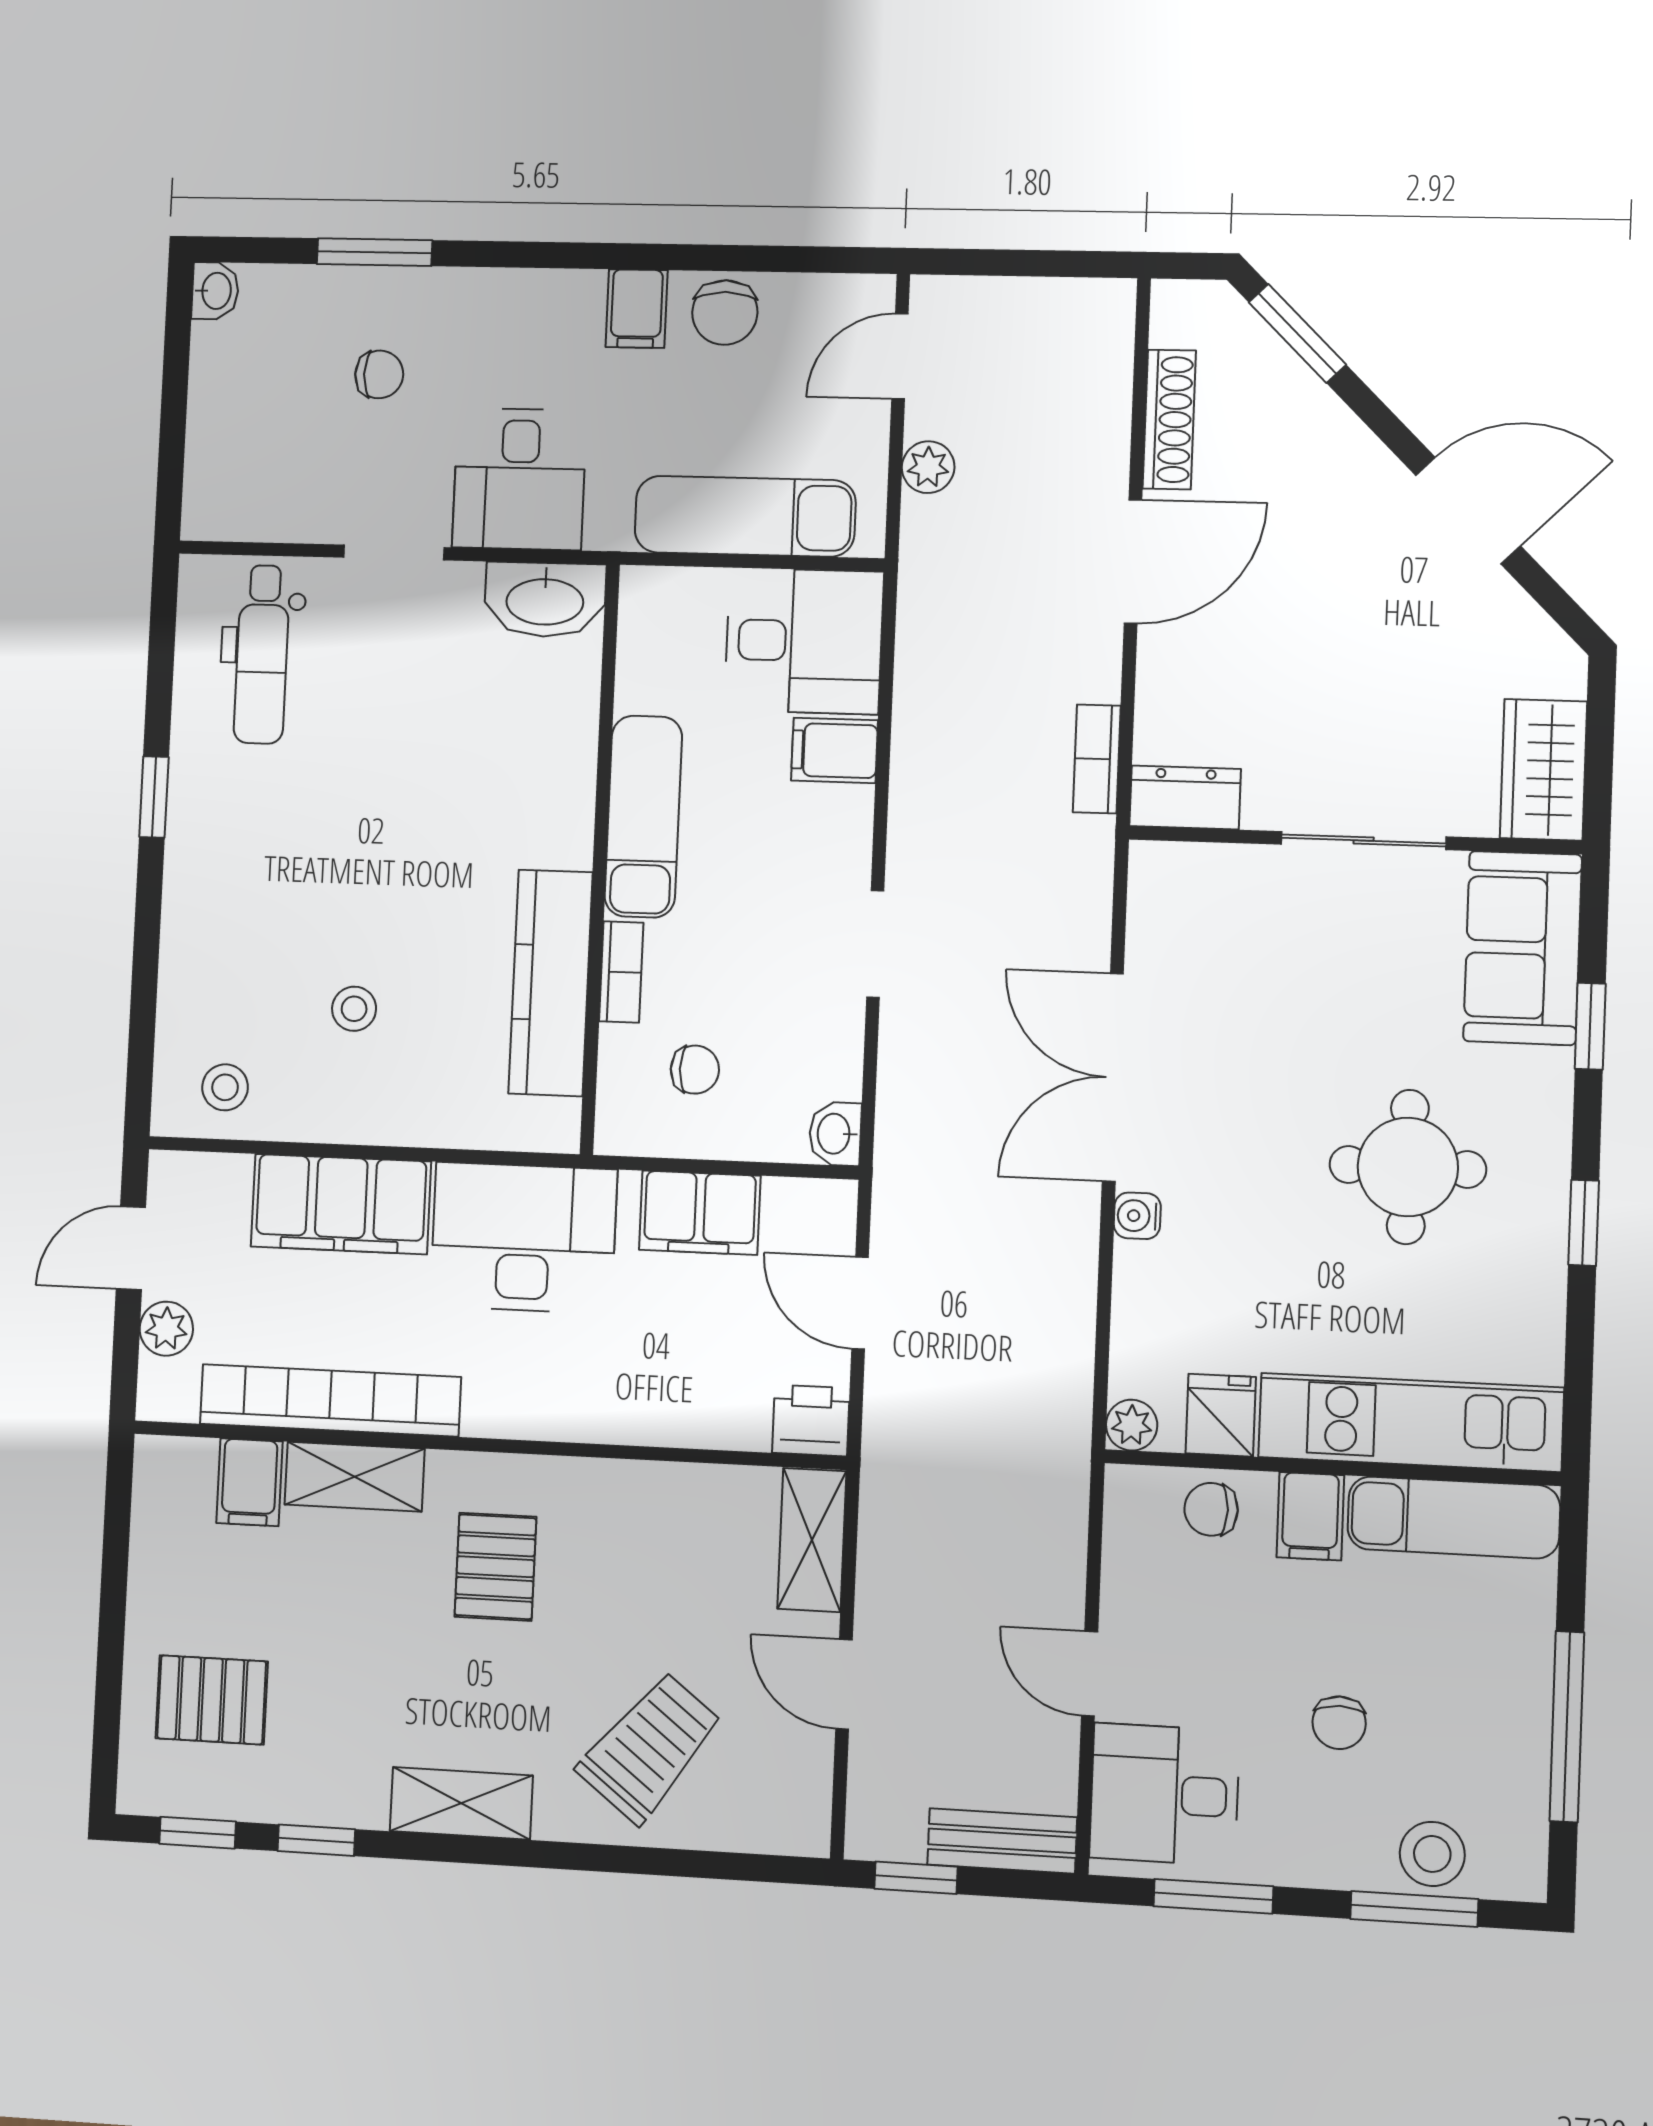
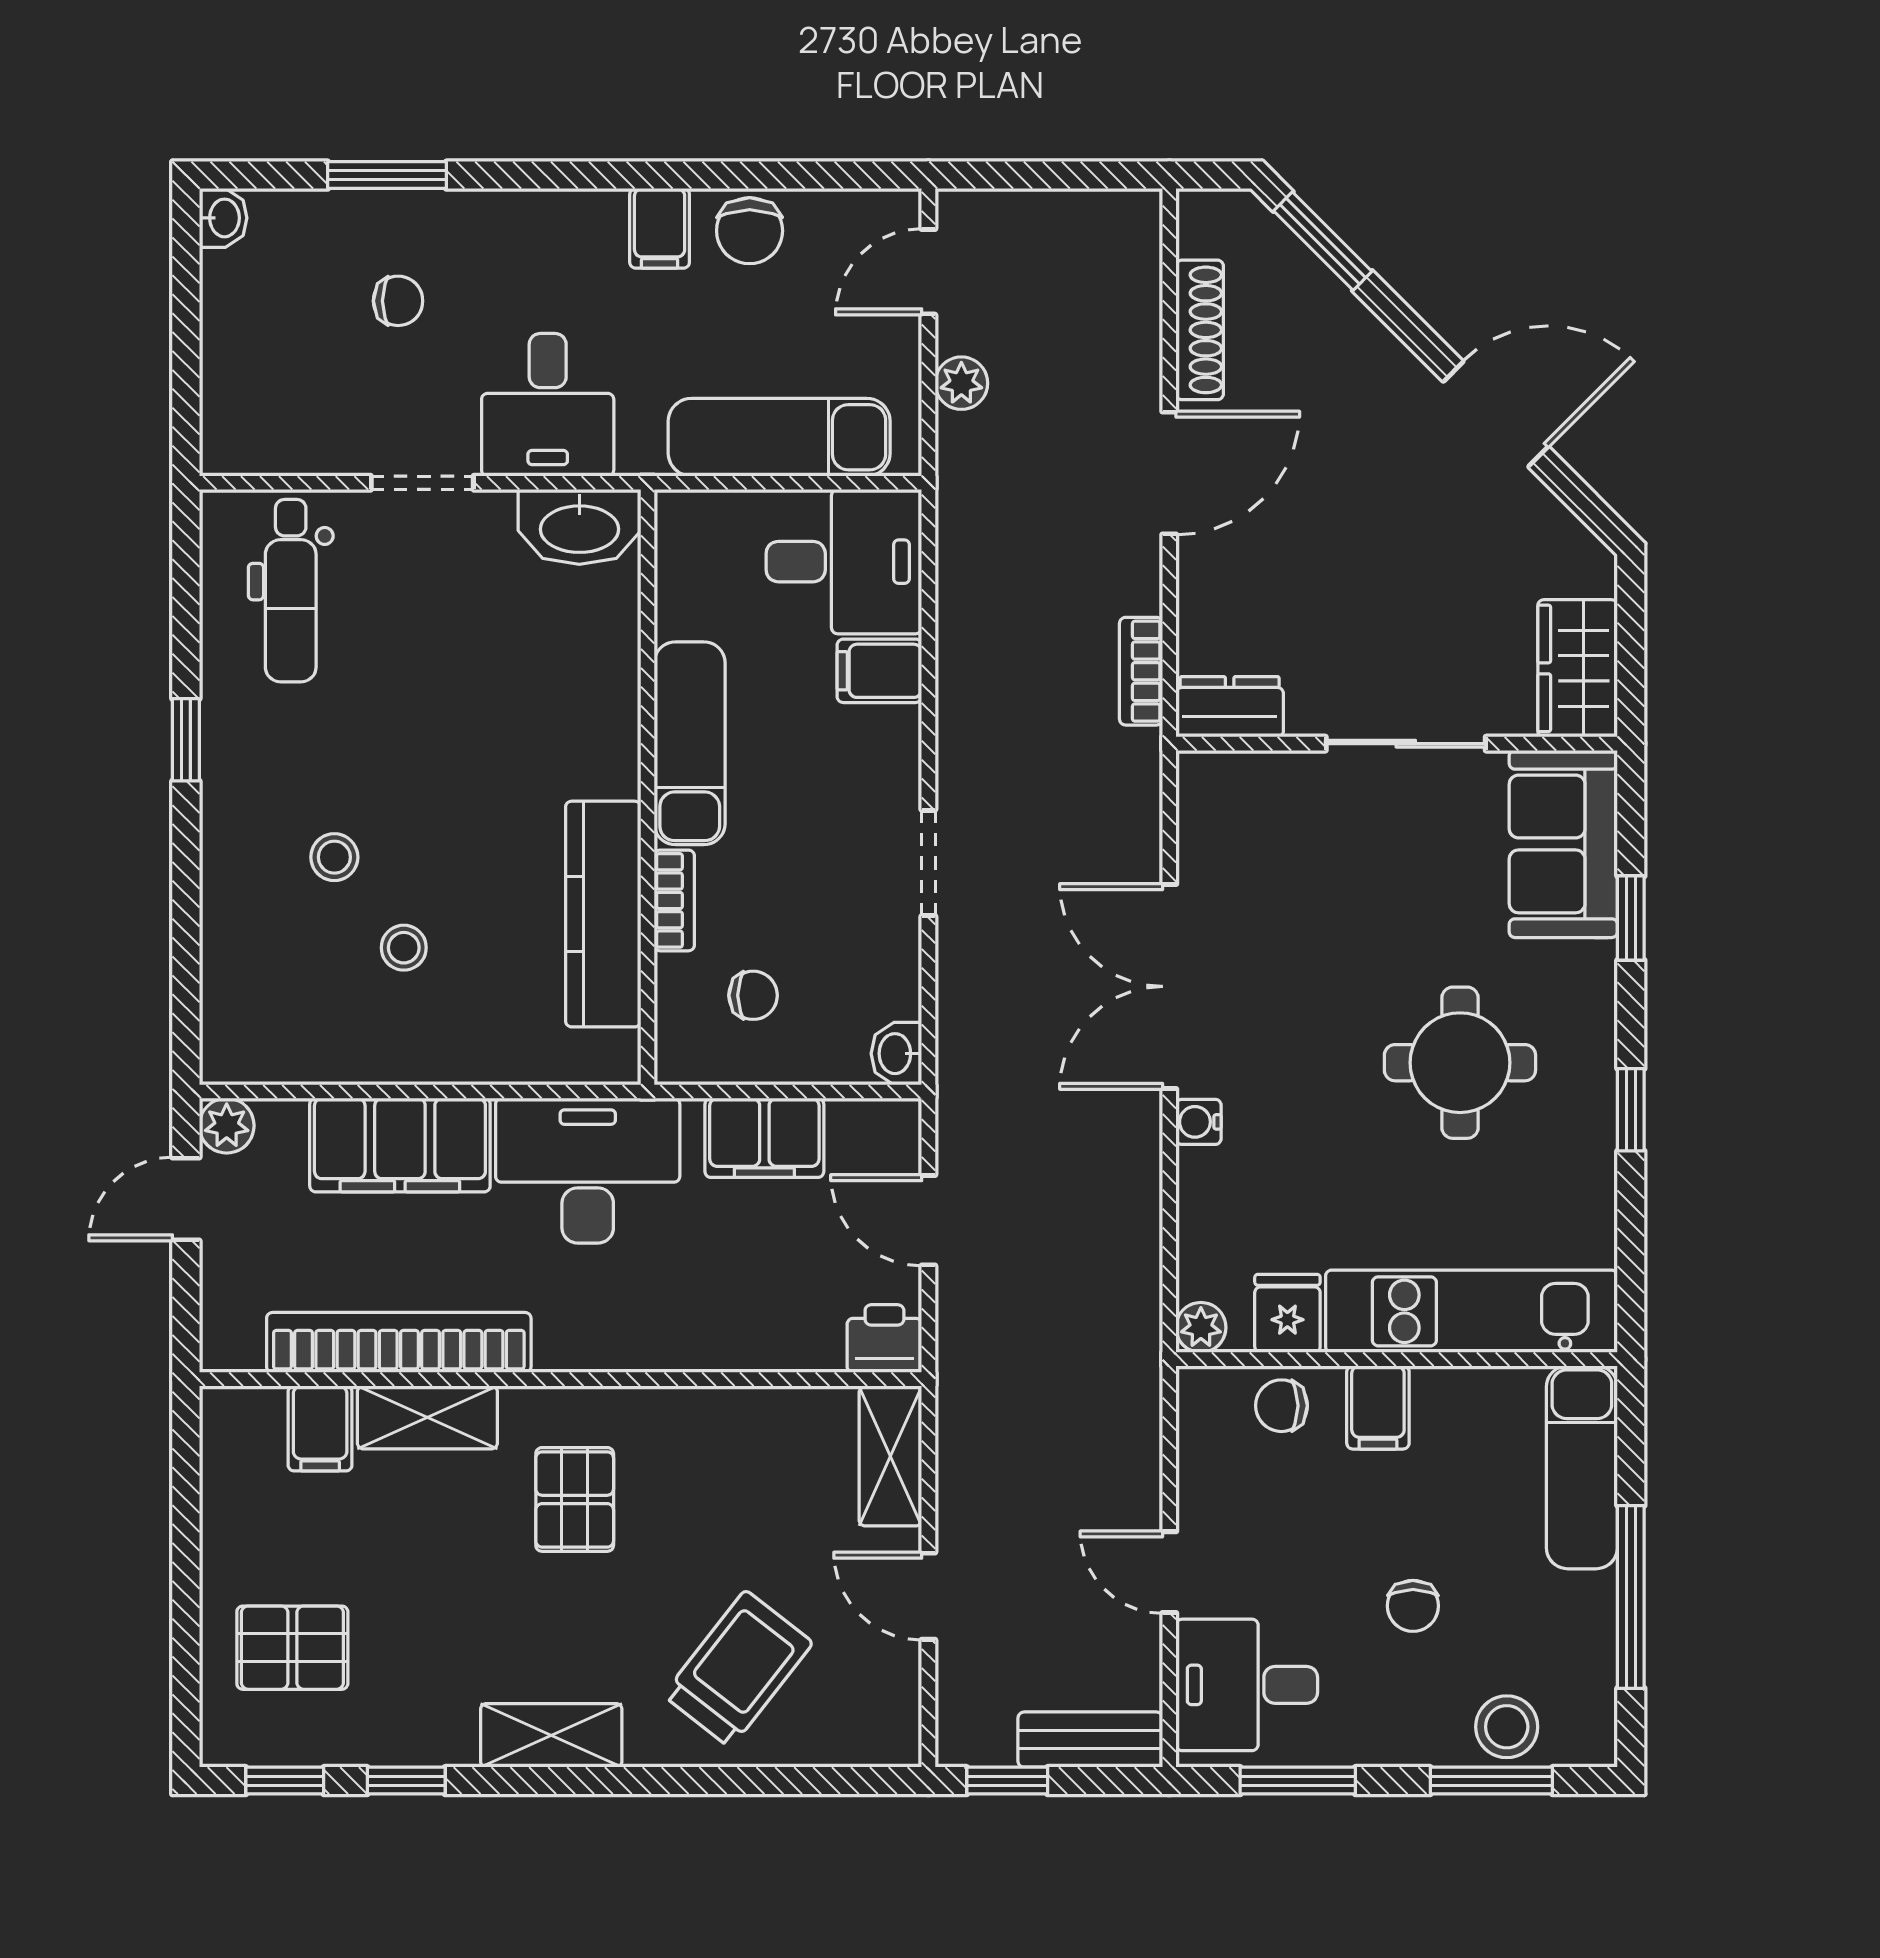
stool: (225, 1087) -> (334, 857), moved
plant: (166, 1329) -> (227, 1126), moved
exam couch: (1454, 1517) -> (1582, 1467), moved, turned 90

